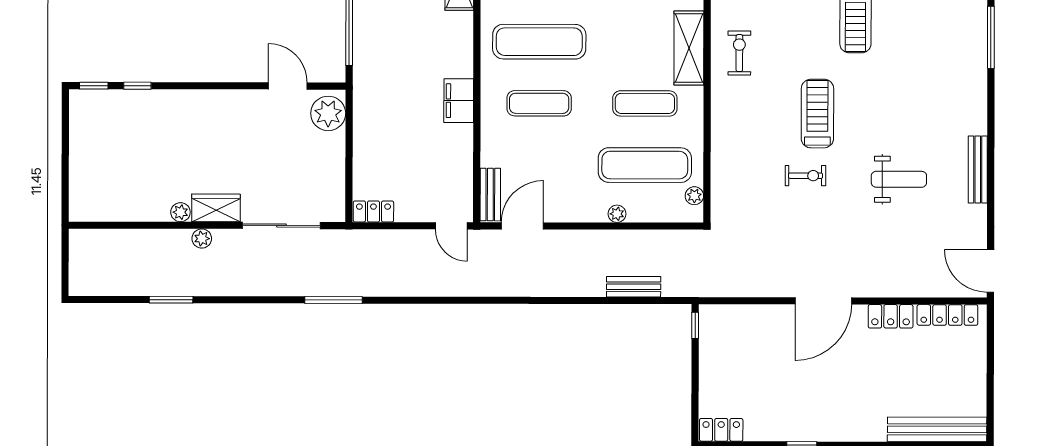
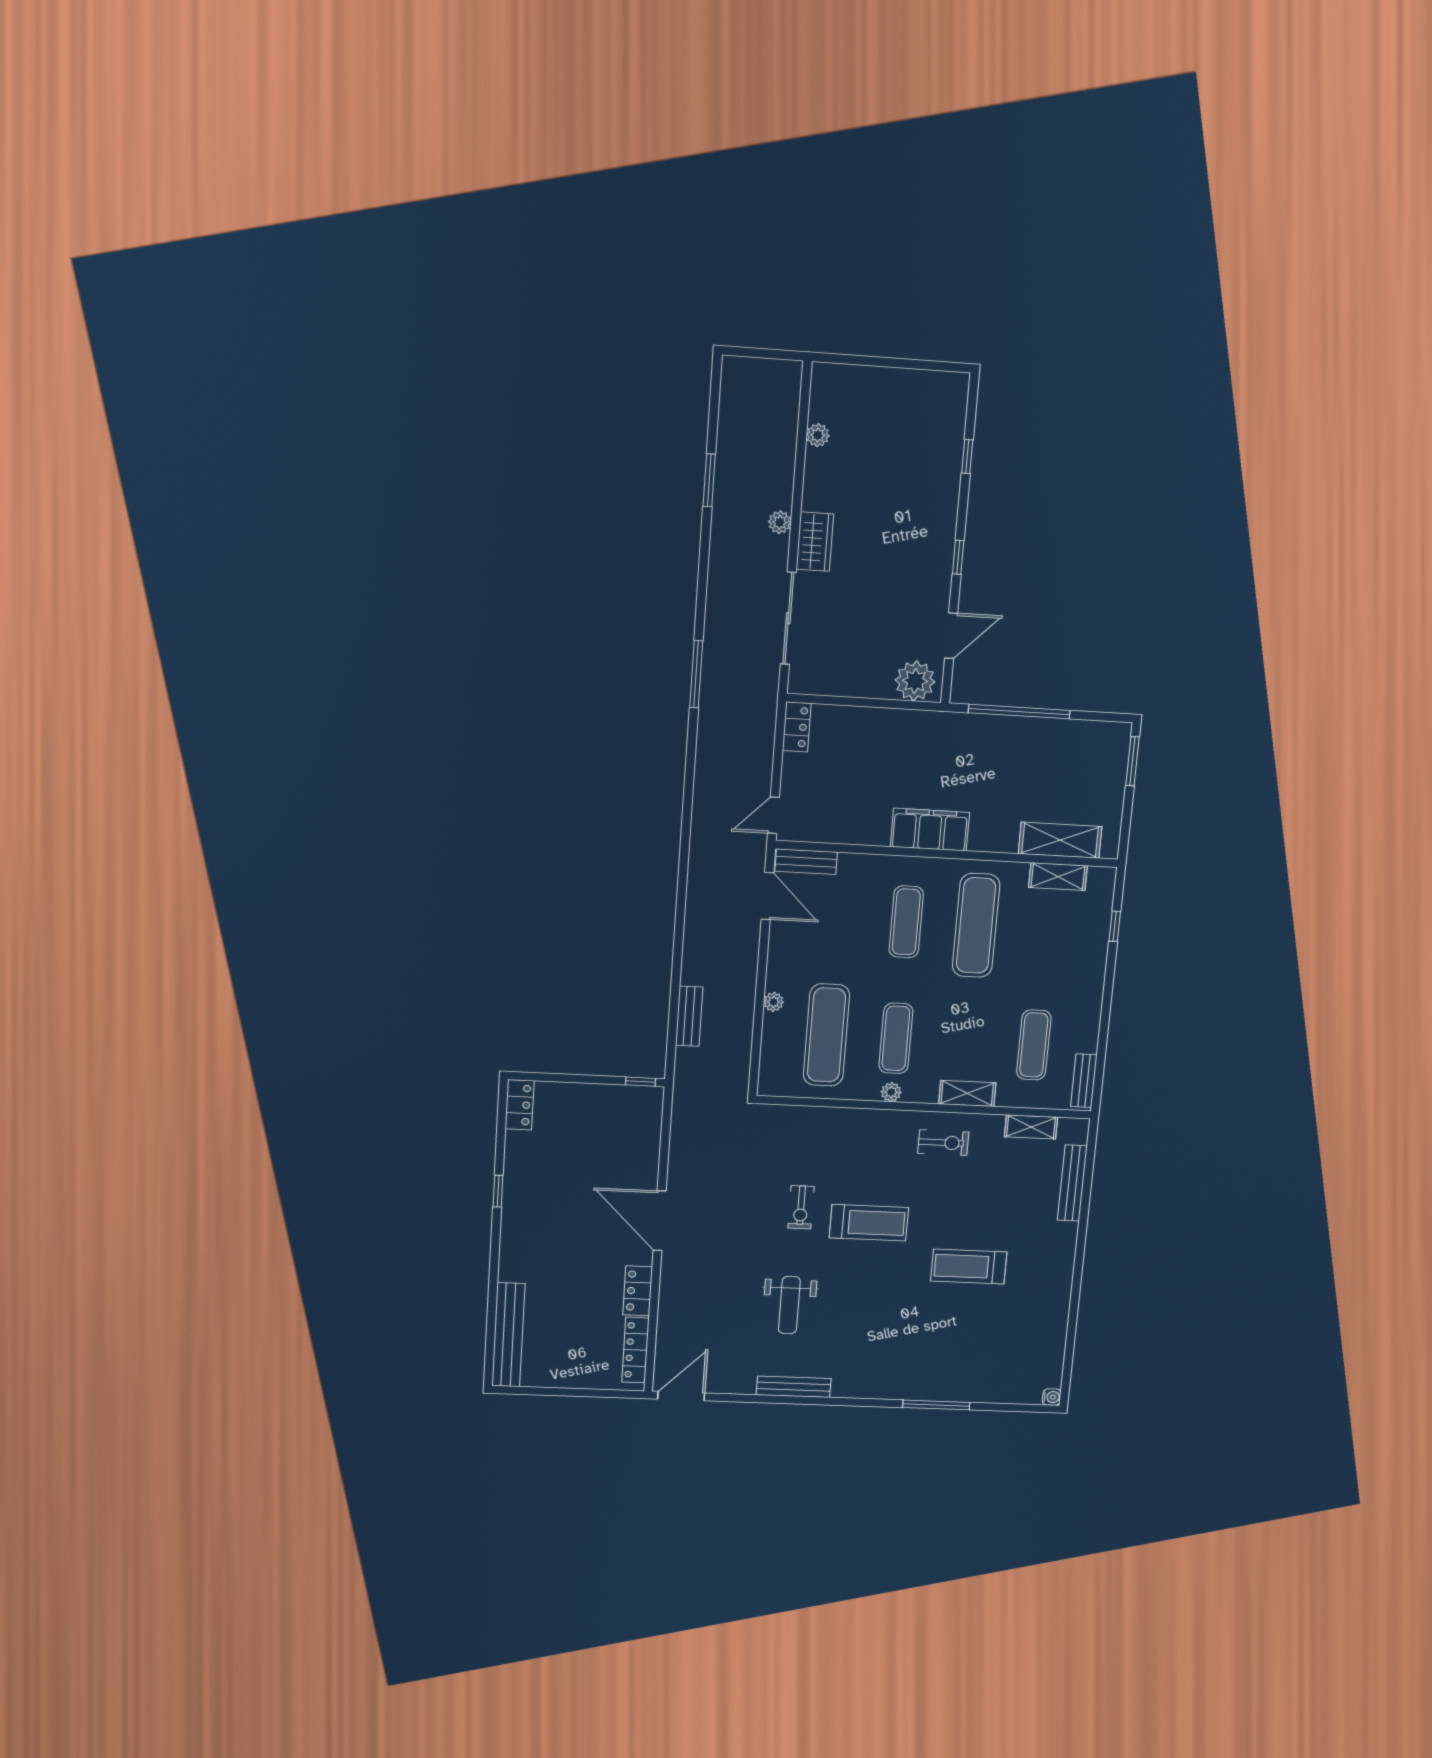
shelving: (689, 48) -> (967, 1093), width x0.67, depth x0.75
window: (94, 86) -> (958, 557), moved
filing cabinet: (459, 101) -> (930, 830), width x1.50, depth x1.17
plant: (694, 196) -> (891, 1092), moved
plant: (180, 212) -> (818, 435), moved

